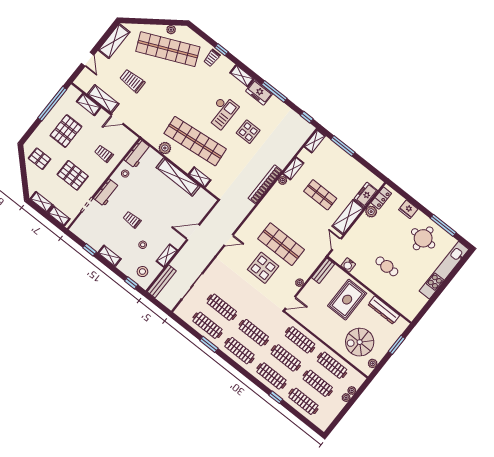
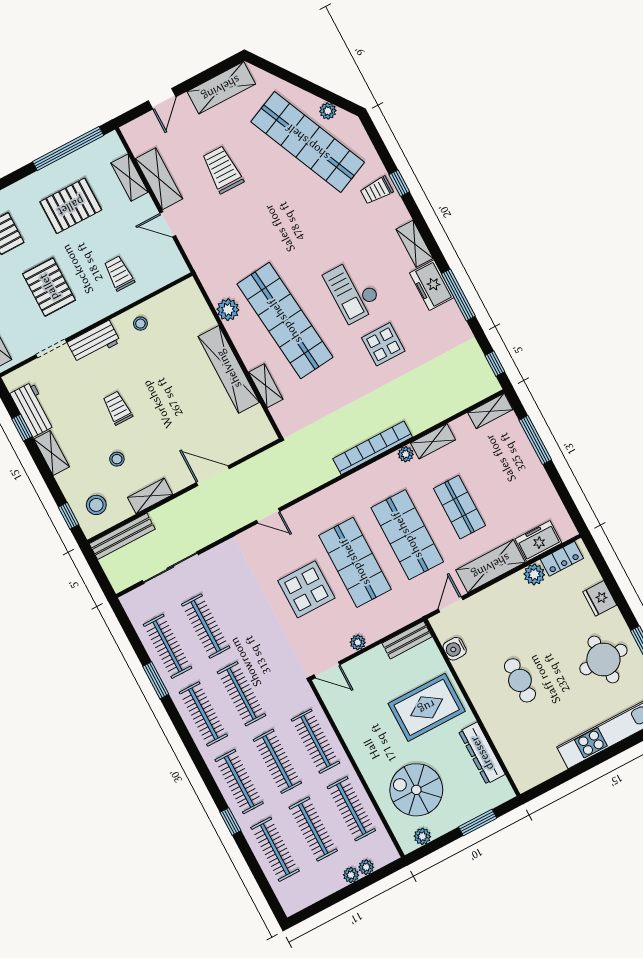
checkout: (222, 112) -> (353, 291), turned 90
workbench: (138, 154) -> (33, 409), moved, turned -90
shop shelf: (301, 219) -> (407, 535), added

